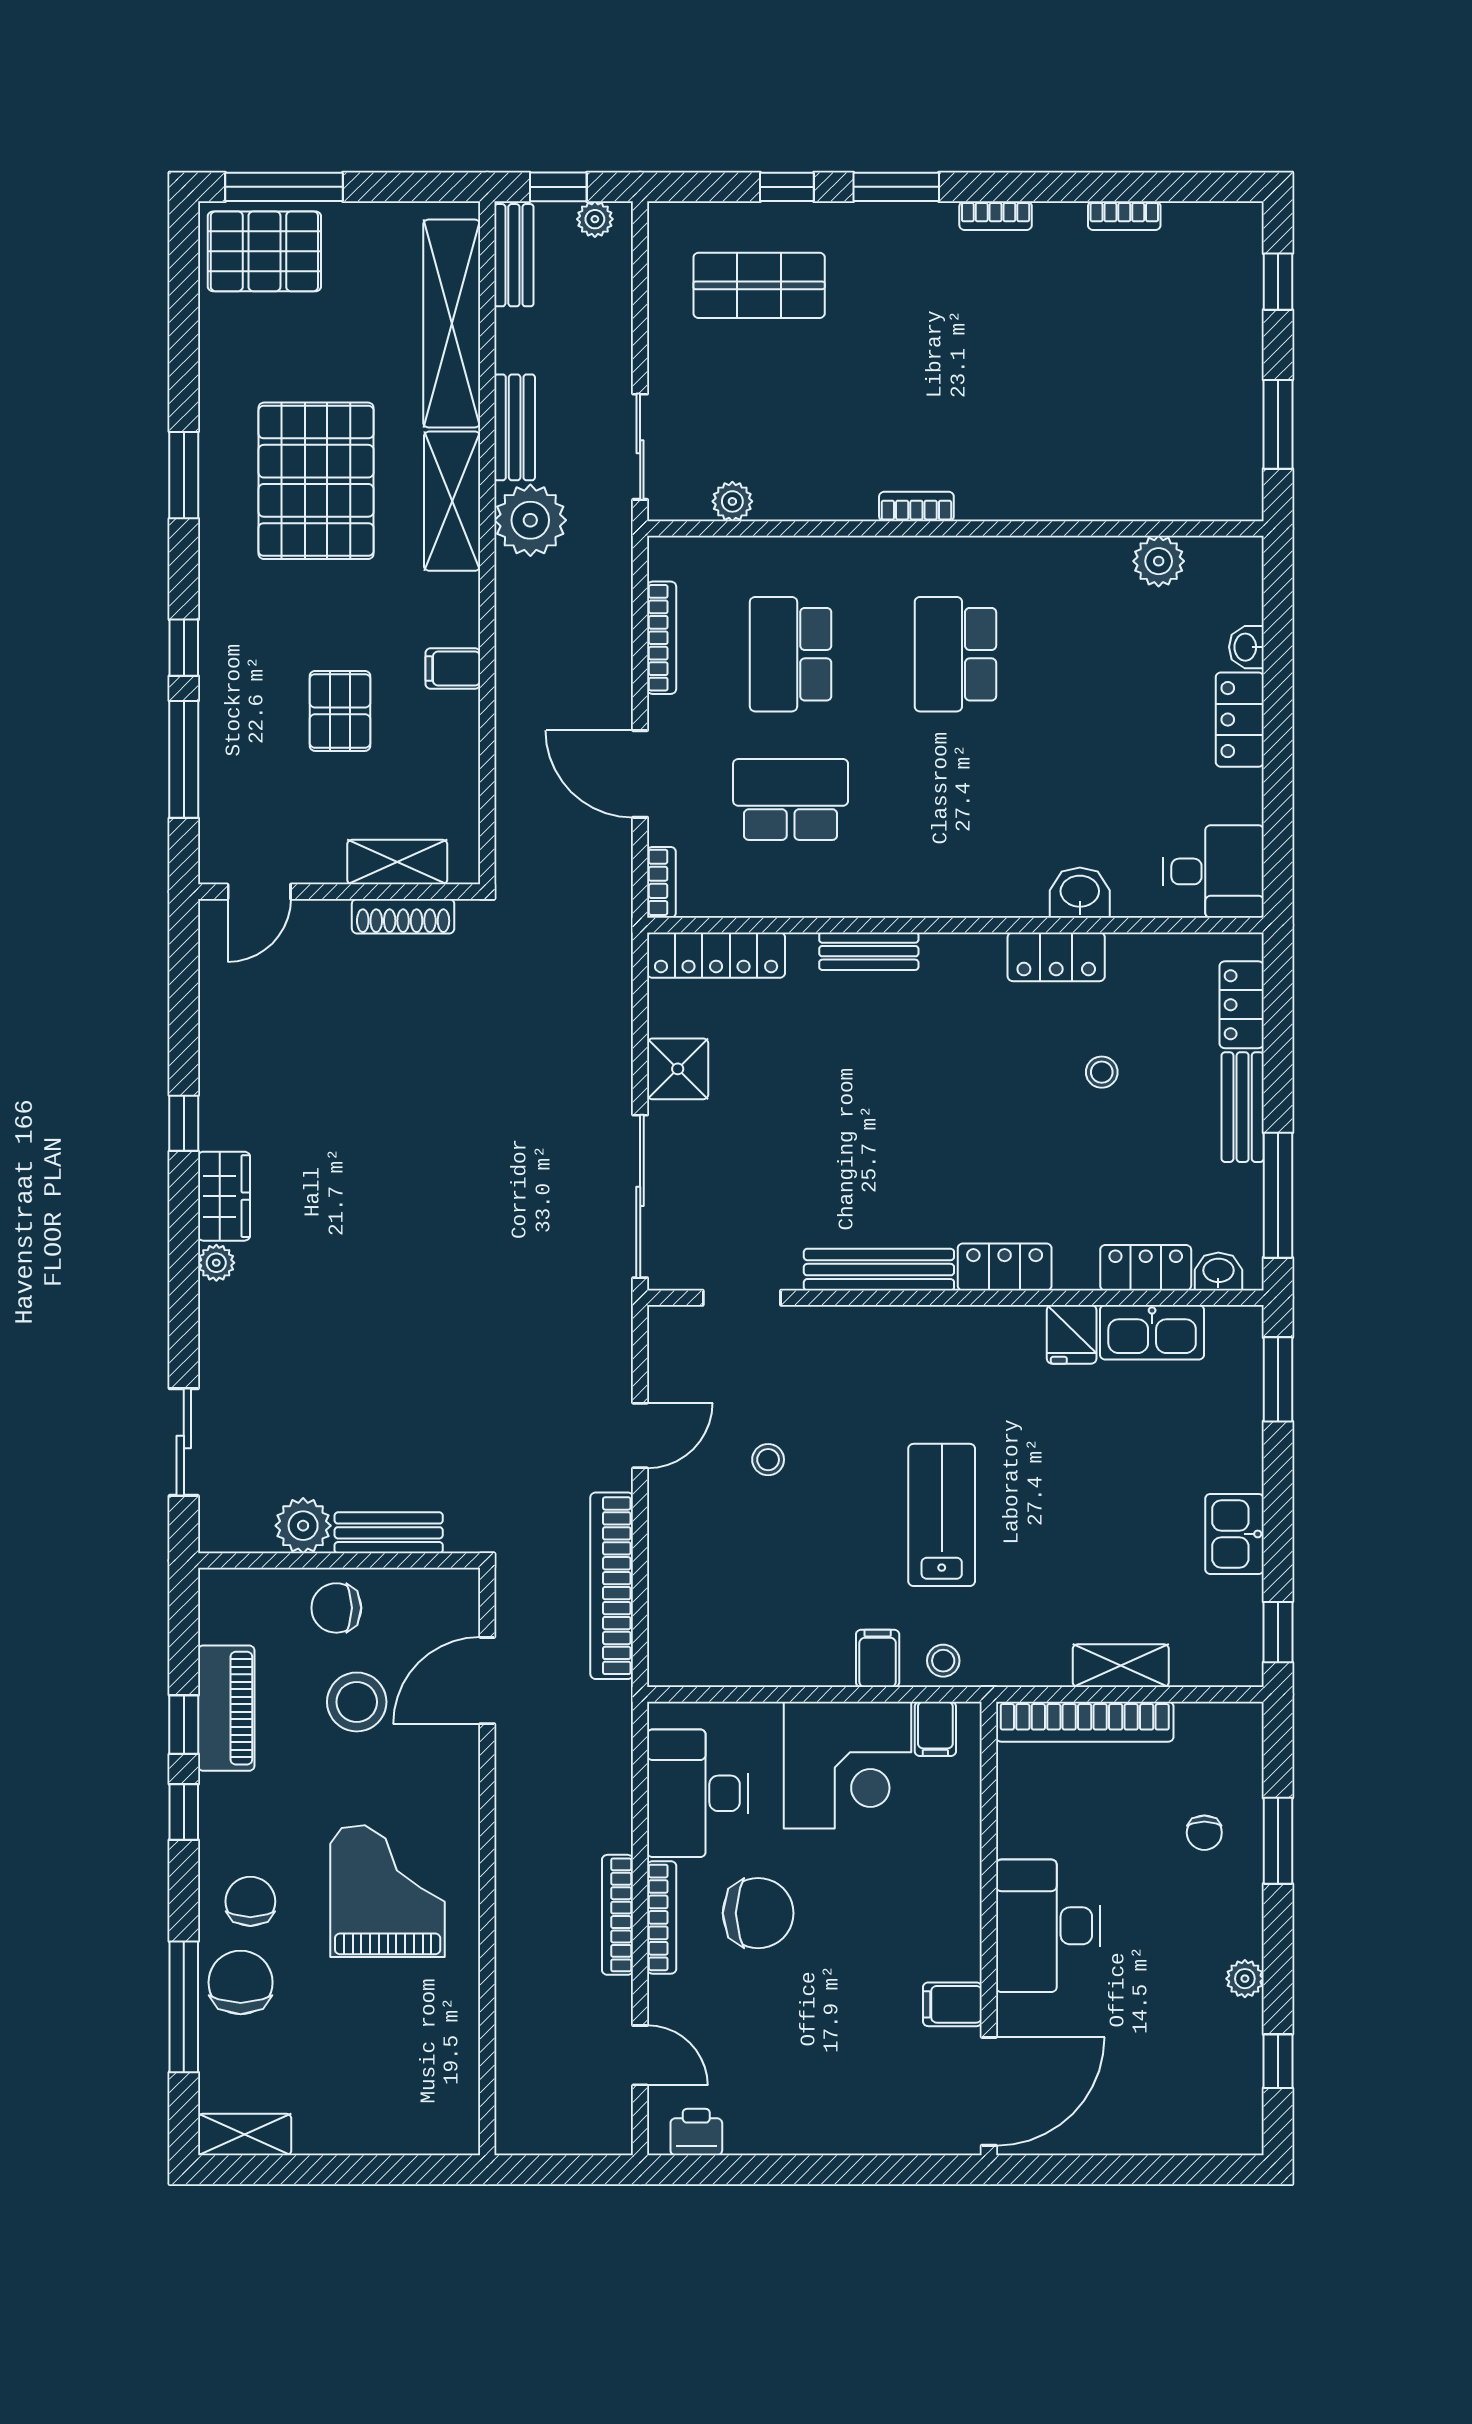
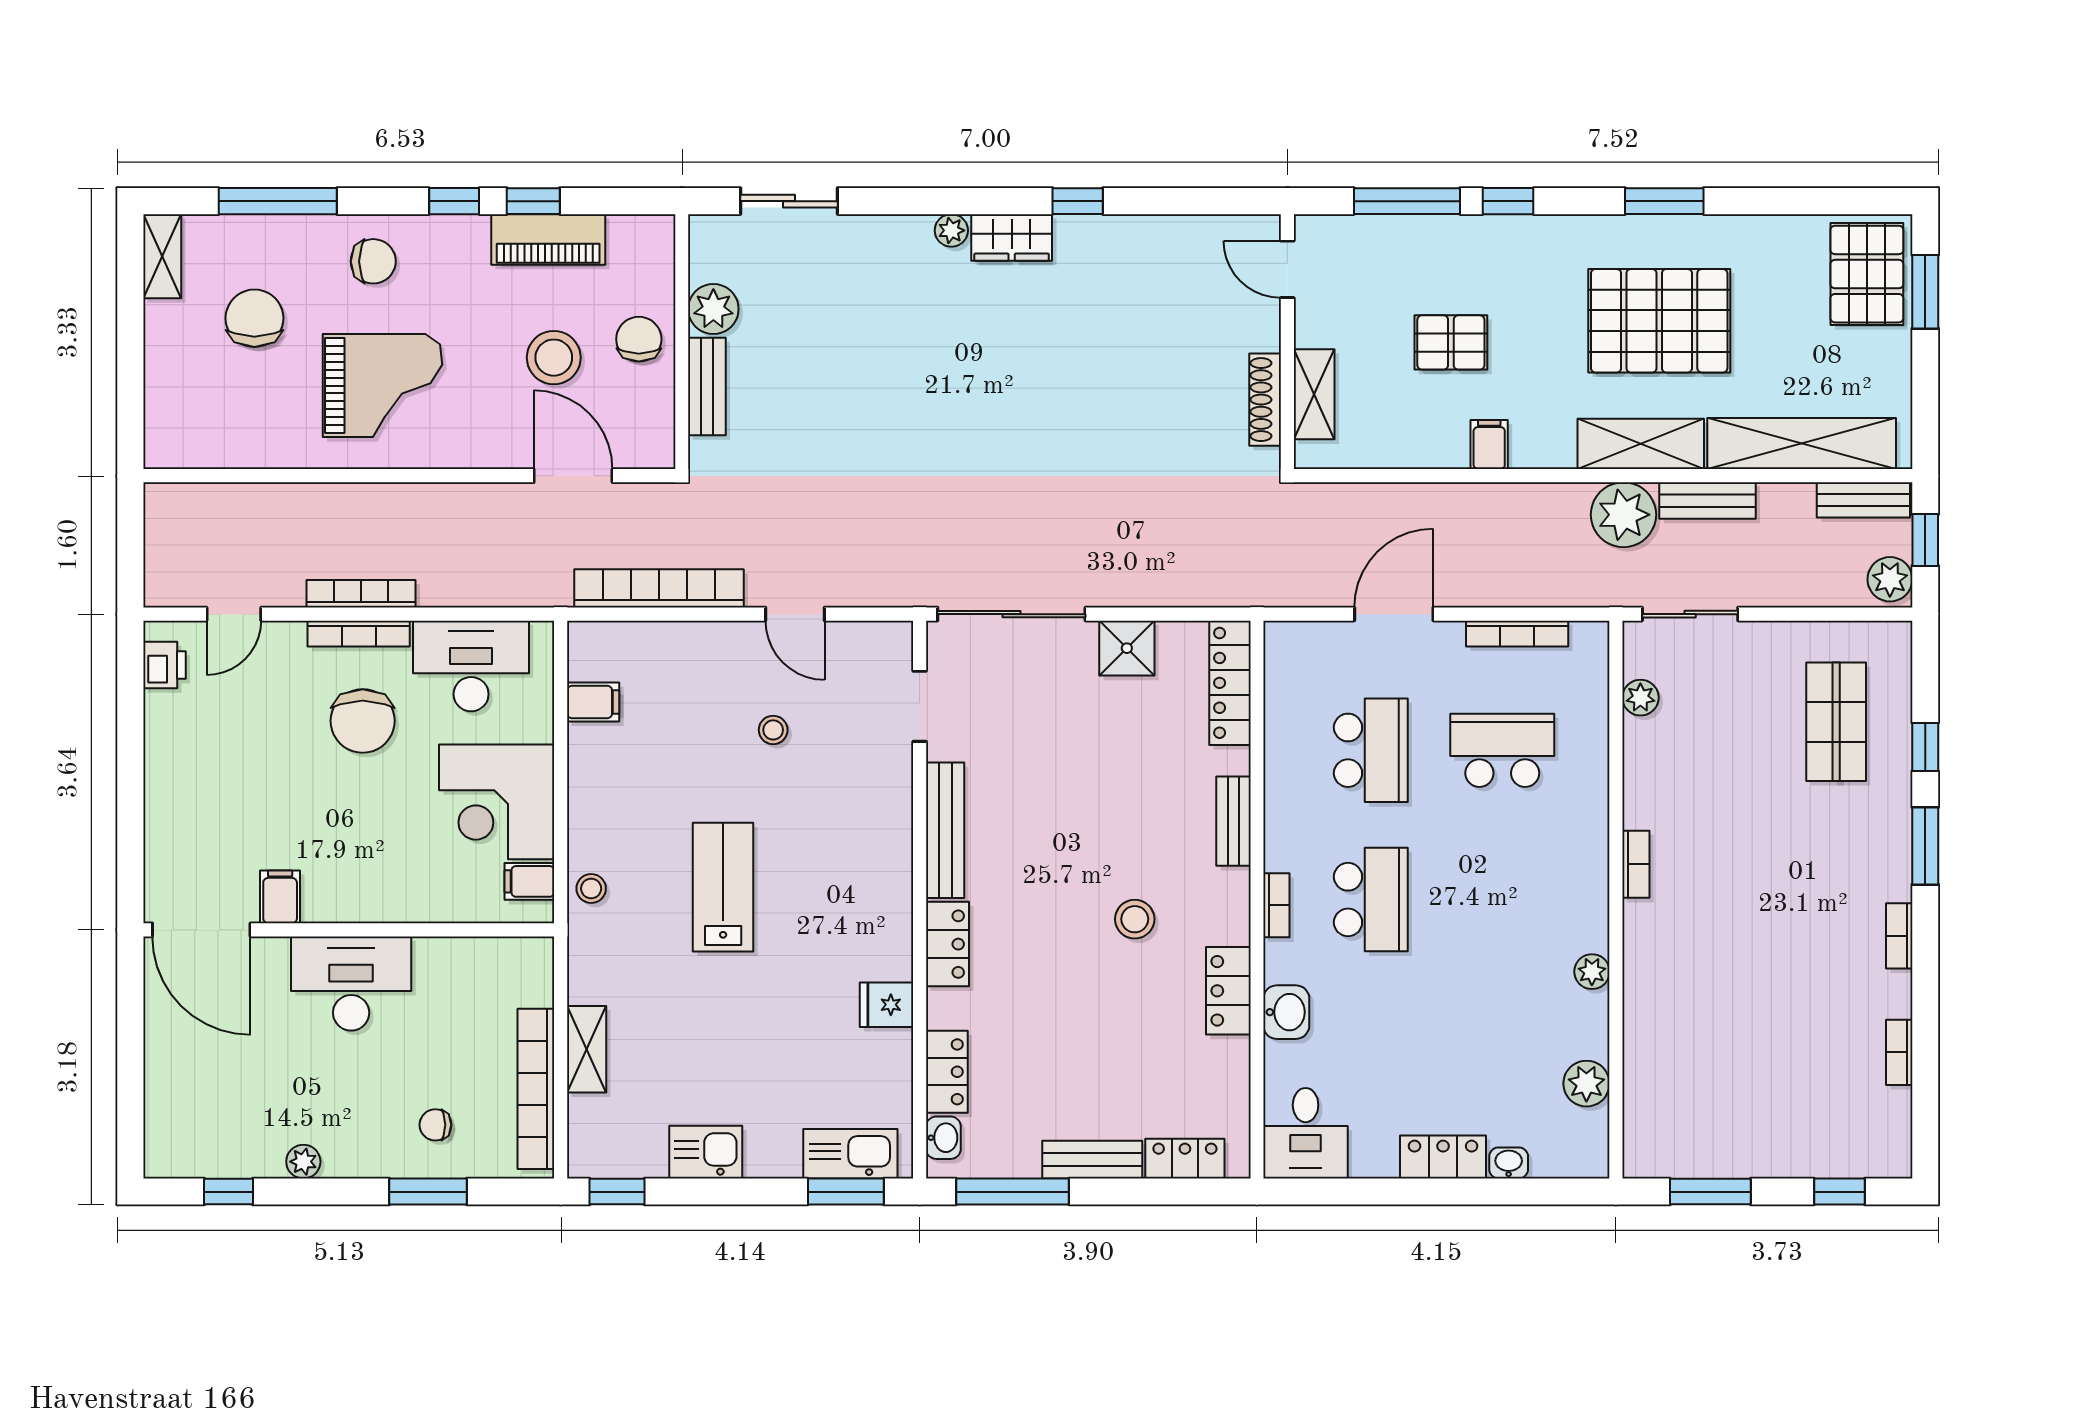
window: (284, 187) -> (1925, 292), width x0.69
plant: (595, 219) -> (1890, 579), width x1.38, depth x1.38
plant: (1035, 555) -> (1592, 972), added
school desk: (955, 654) -> (1371, 900), moved, turned 90
bookcase: (661, 882) -> (1276, 905), moved, turned -90
stool: (1102, 1072) -> (1135, 919), moved, width x1.37, depth x1.37
kitchen sink: (1152, 1332) -> (850, 1154), moved, turned 90
lab bench: (942, 1515) -> (723, 887), turned -90
filing cabinet: (878, 1658) -> (593, 702), moved
bookcase: (1085, 1722) -> (536, 1089), moved
chair: (241, 1982) -> (254, 318), moved, turned -90

